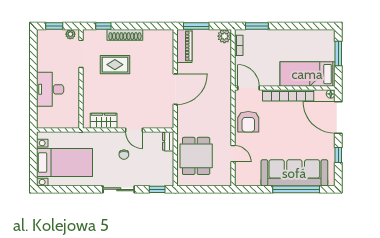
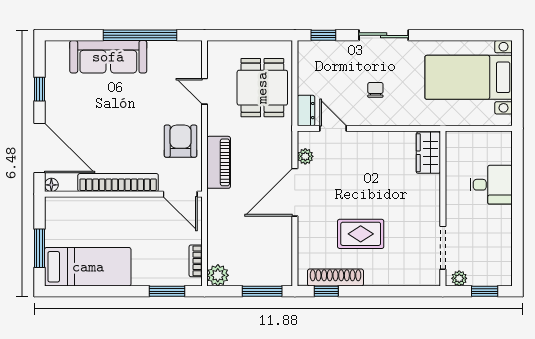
window: (103, 26) -> (326, 291), moved
shoe rack: (125, 35) -> (335, 278), moved
piano: (184, 46) -> (219, 162), moved, turned 180
rug: (115, 65) -> (361, 234), moved
bed: (307, 74) -> (88, 267), moved
desk: (50, 89) -> (491, 185), width x0.73
plant: (169, 112) -> (305, 156), added
wardrobe: (104, 121) -> (428, 153), moved, turned 90
door: (134, 130) -> (333, 128), moved
sofa: (294, 173) -> (108, 57), width x0.74, depth x0.79
window: (296, 189) -> (140, 35), moved

